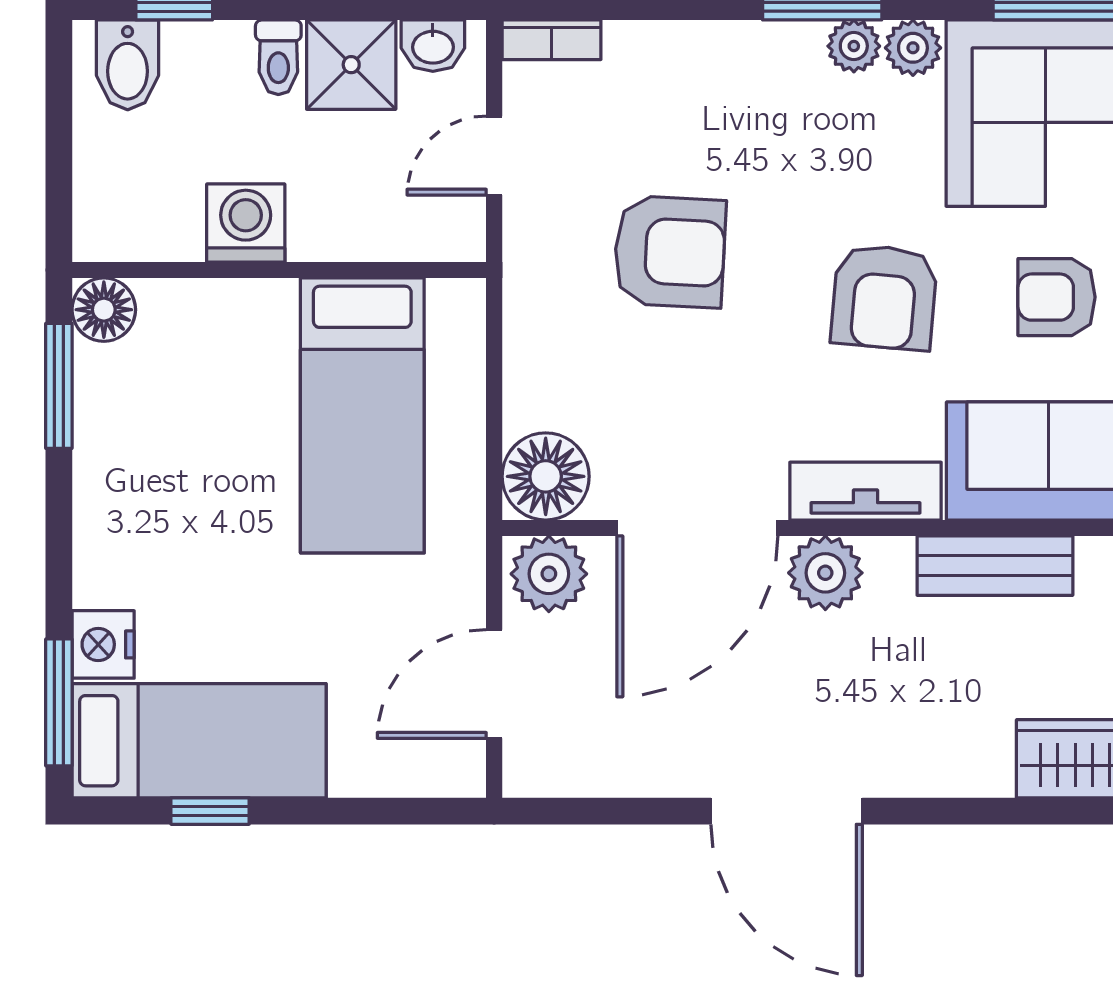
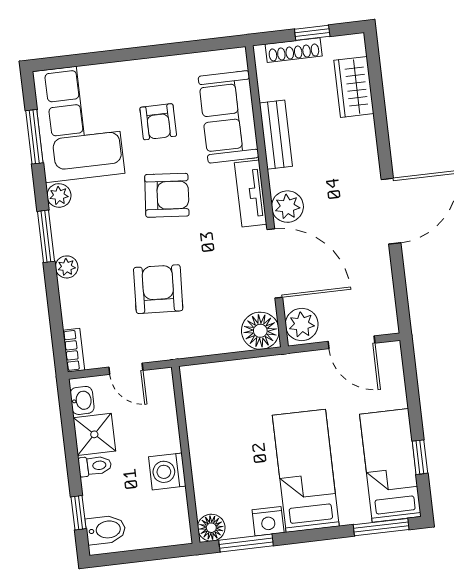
plant: (854, 46) -> (67, 267), moved
bed: (362, 415) -> (306, 471), moved, turned -90
nightstand: (103, 644) -> (268, 521), moved

